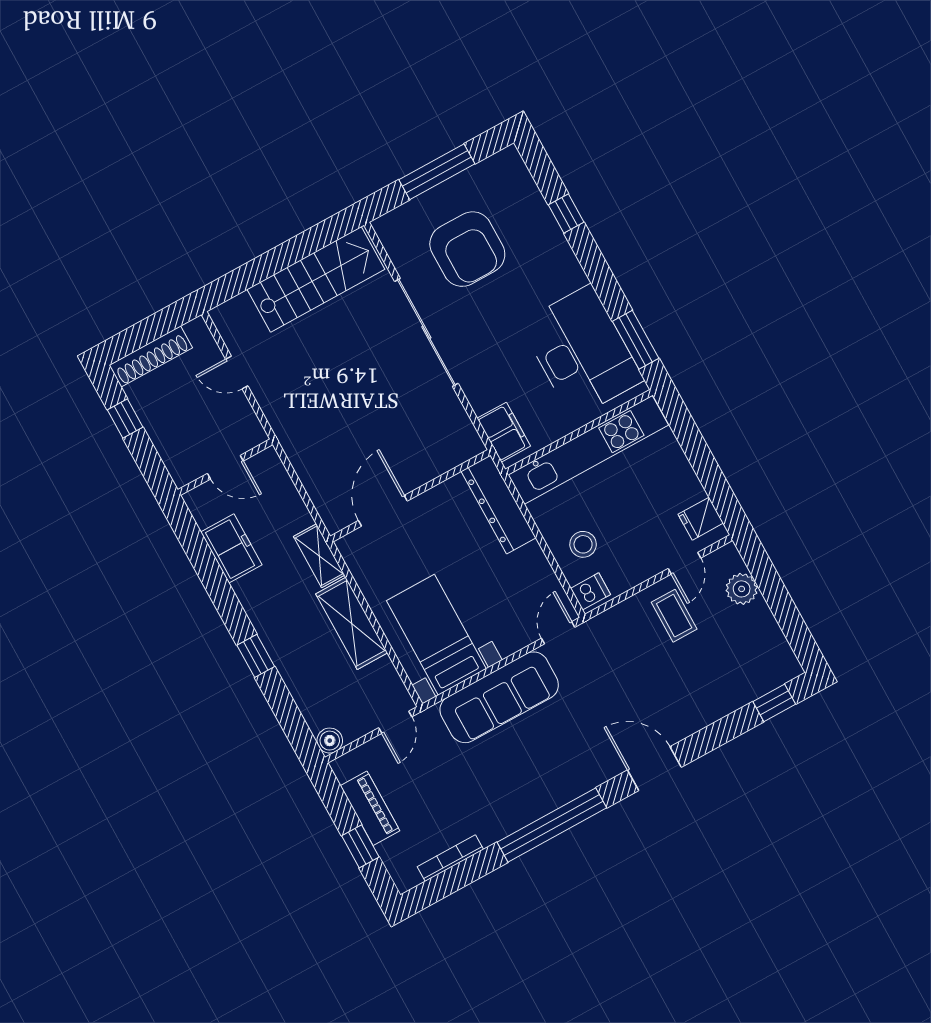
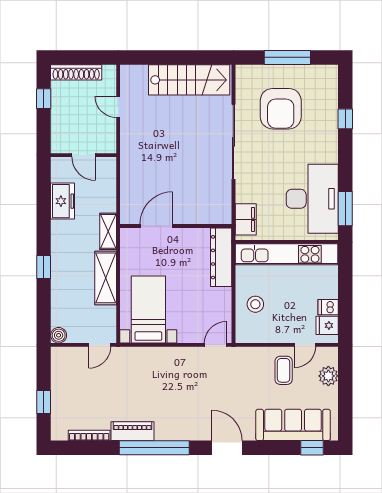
dishwasher: (590, 591) -> (328, 307), moved, turned 180
sofa: (499, 697) -> (293, 425), moved, turned 180
piano: (370, 808) -> (132, 431), moved, turned -90

